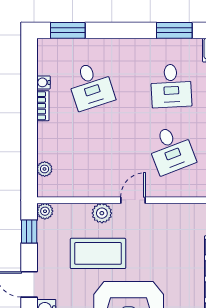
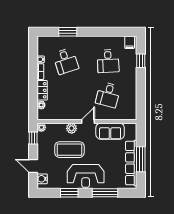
window: (68, 30) -> (68, 32), moved
window: (174, 30) -> (110, 32), removed
locker: (46, 141) -> (42, 90), added
desk: (171, 150) -> (108, 95), turned 36
sofa: (175, 219) -> (110, 131), added

